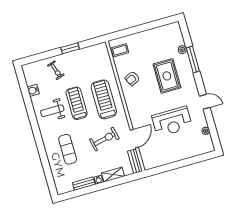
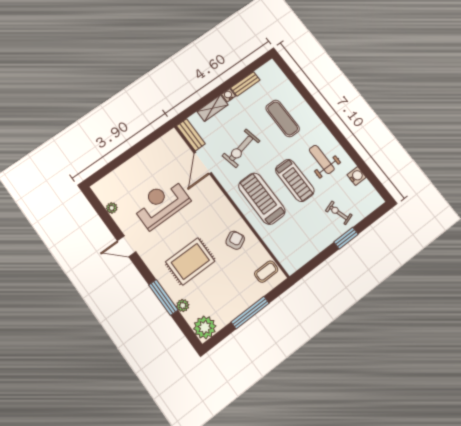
window: (141, 28) -> (250, 313), added
plant: (173, 30) -> (205, 327), added
window: (70, 48) -> (346, 238), moved
rug: (167, 76) -> (190, 261), turned 90
treadmill: (104, 99) -> (262, 199), turned 180
weight bench: (52, 111) -> (322, 159), turned -90

